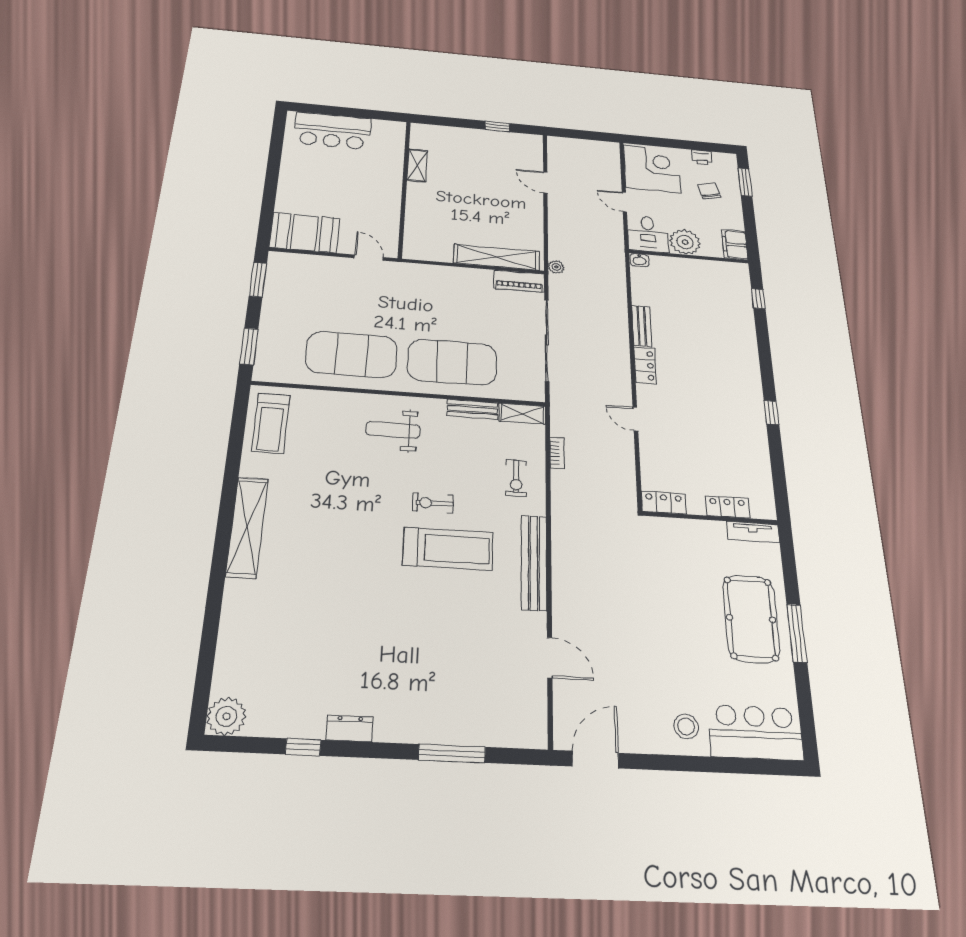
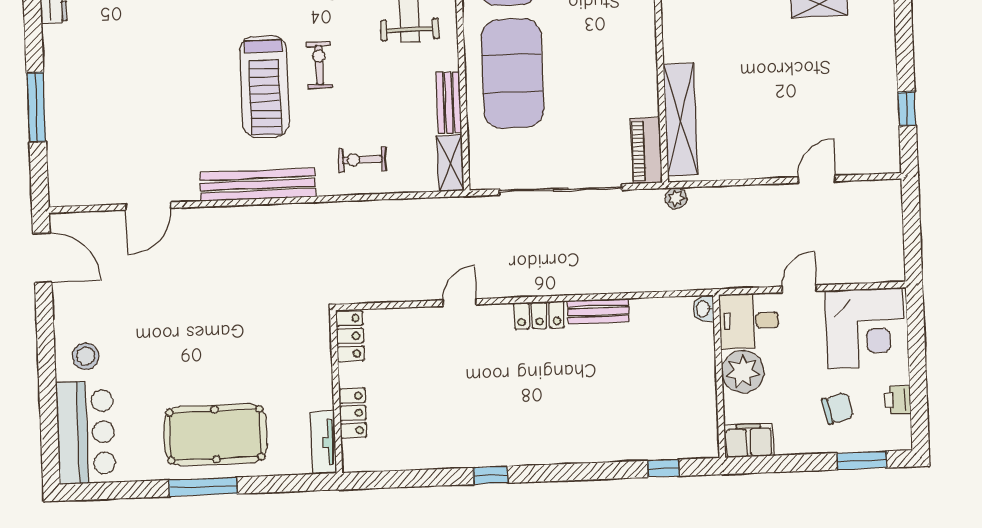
bookcase: (557, 453) -> (401, 207), removed

